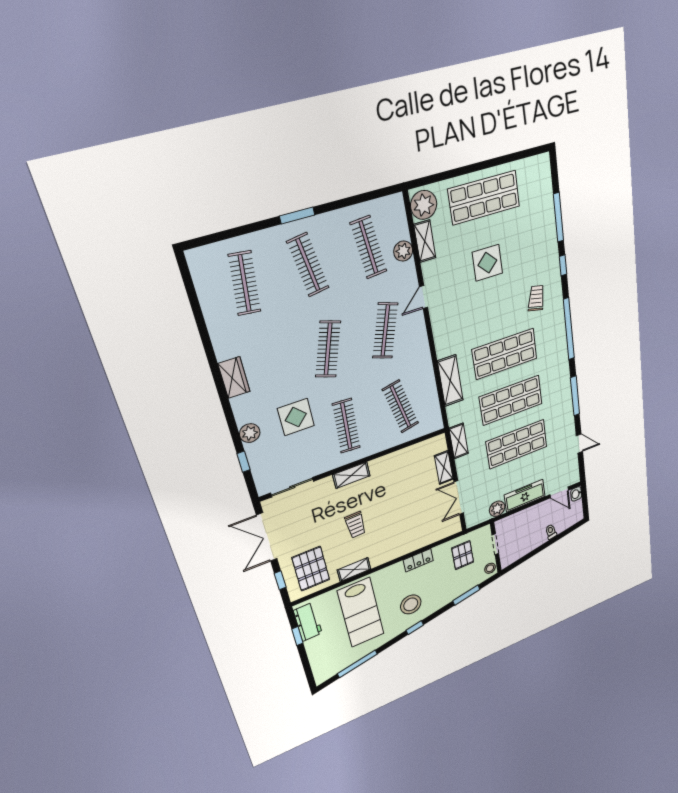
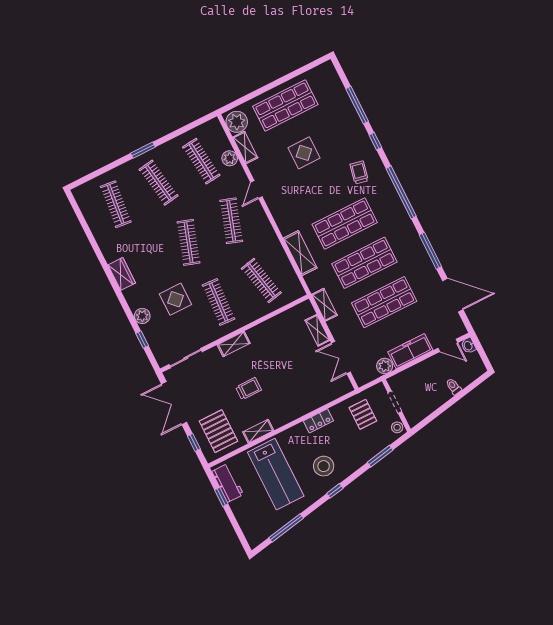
door: (579, 444) -> (453, 295), width x1.87
trolley: (355, 525) -> (249, 389), turned -88

